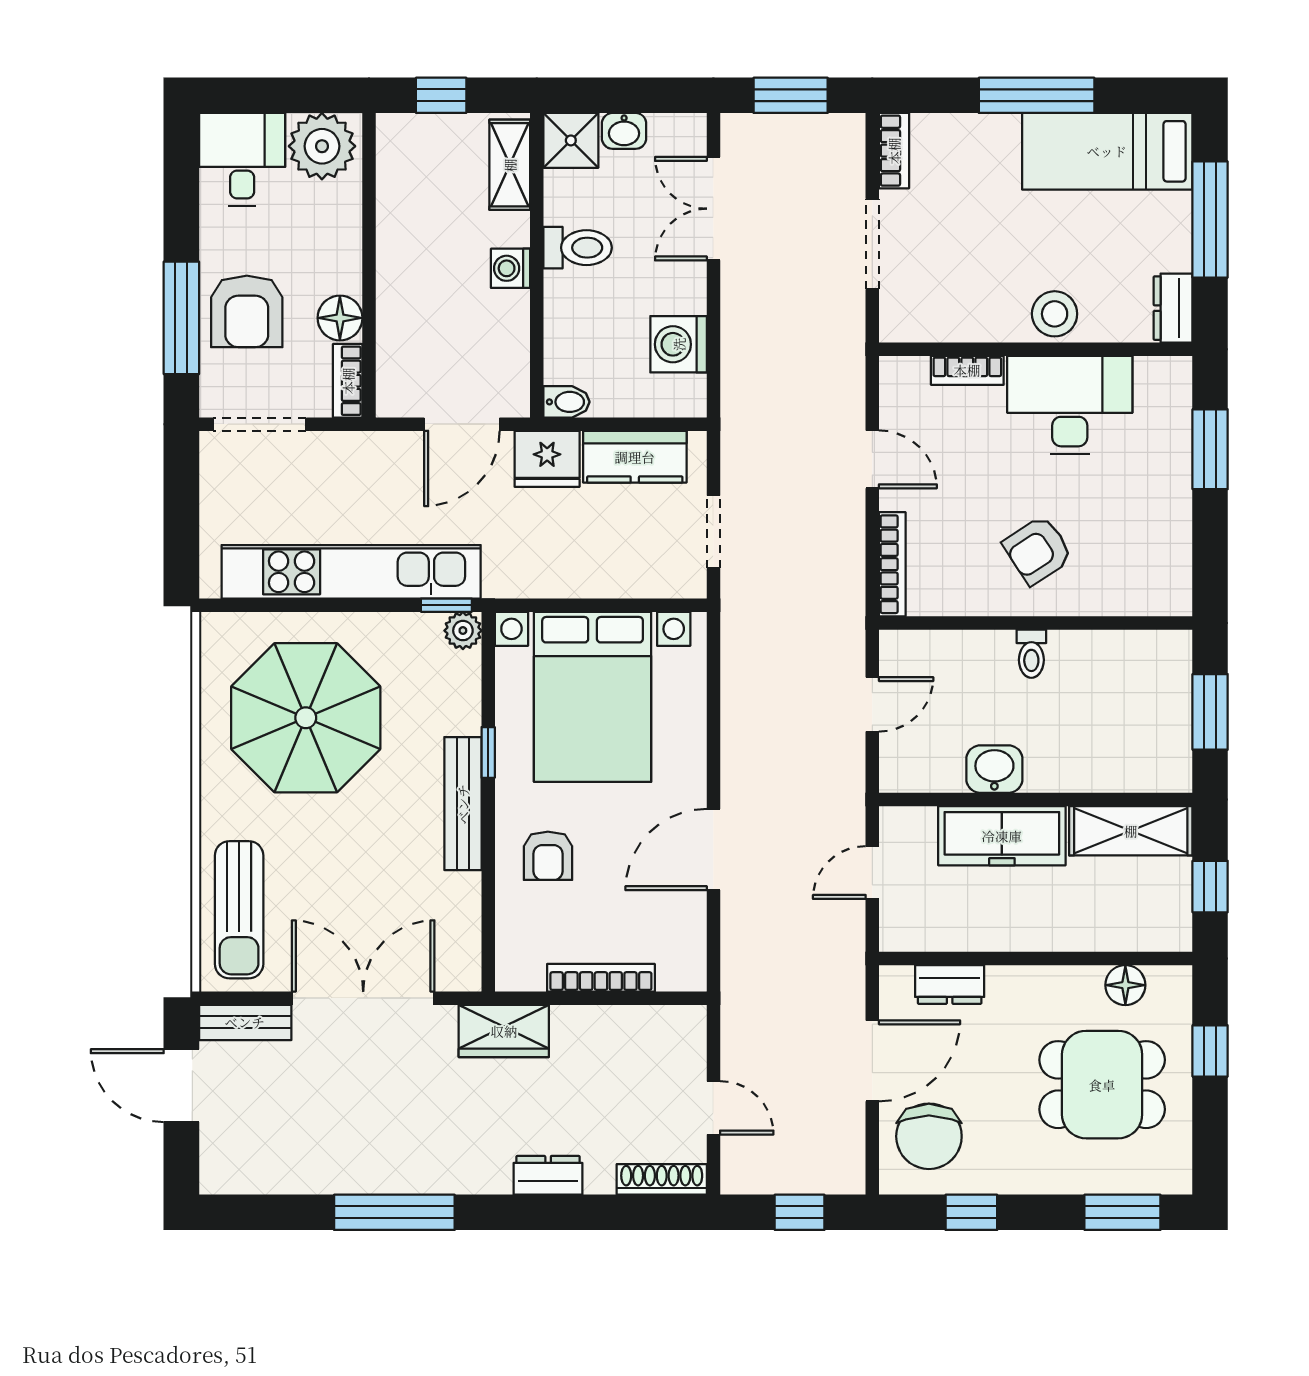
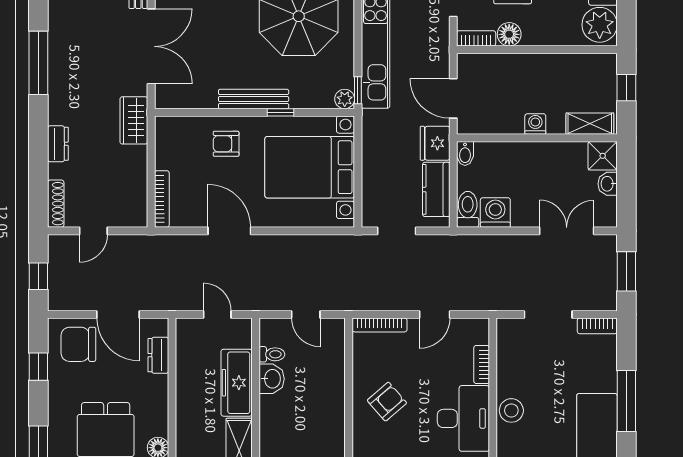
toilet: (578, 248) -> (468, 209), moved, turned 180
armchair: (1038, 550) -> (387, 402), turned 82
toilet: (1031, 654) -> (272, 354), moved, turned 180
bookcase: (601, 978) -> (162, 199), moved

